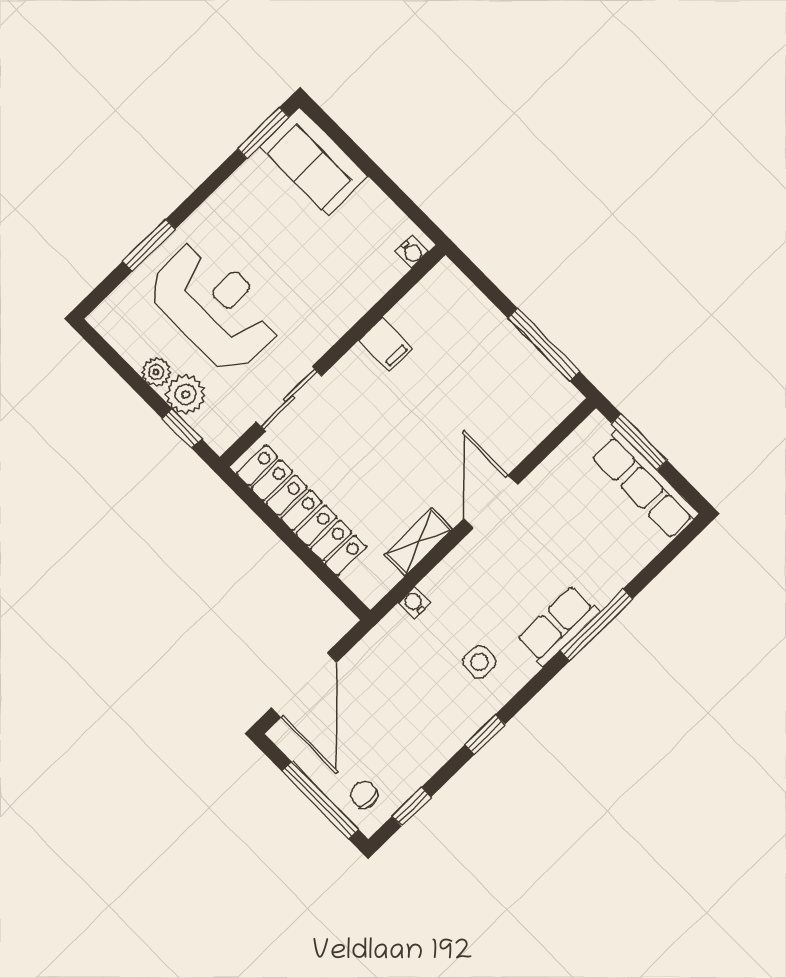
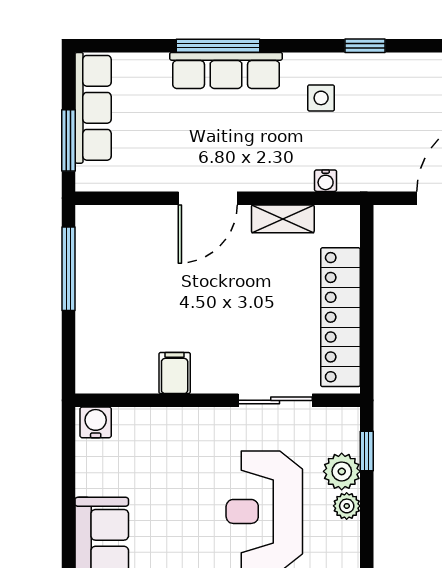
water cooler: (412, 252) -> (96, 422), width x1.38, depth x1.38
row of seats: (558, 626) -> (226, 70), width x1.48

